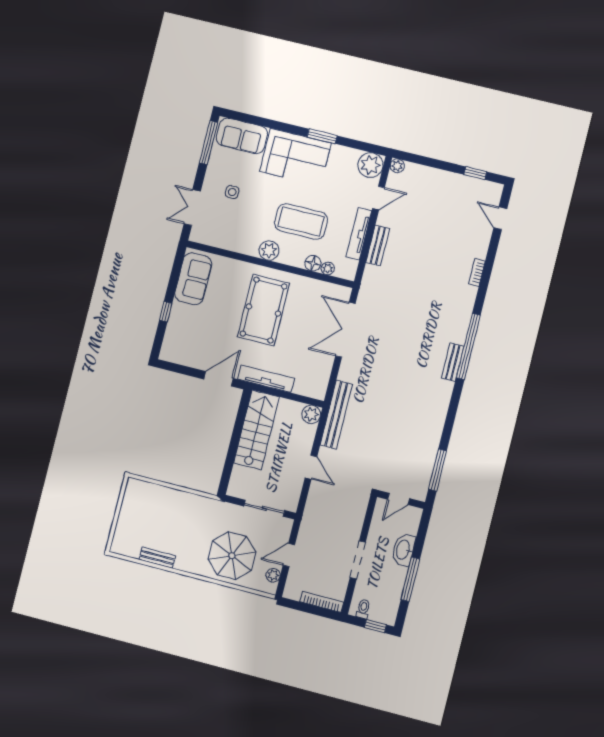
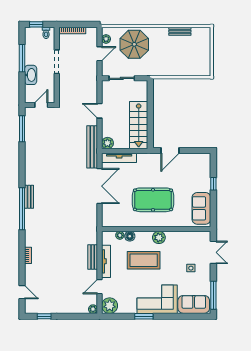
pool table: (263, 310) -> (153, 200), turned 90
double door: (345, 330) -> (100, 186), moved
tv unit: (266, 379) -> (119, 158), moved

